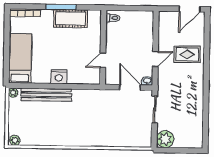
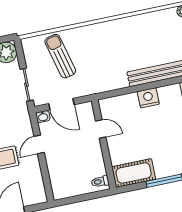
cot: (70, 19) -> (134, 173), moved
door: (103, 60) -> (101, 129), hinge flipped
sun lounger: (122, 126) -> (60, 56), added

